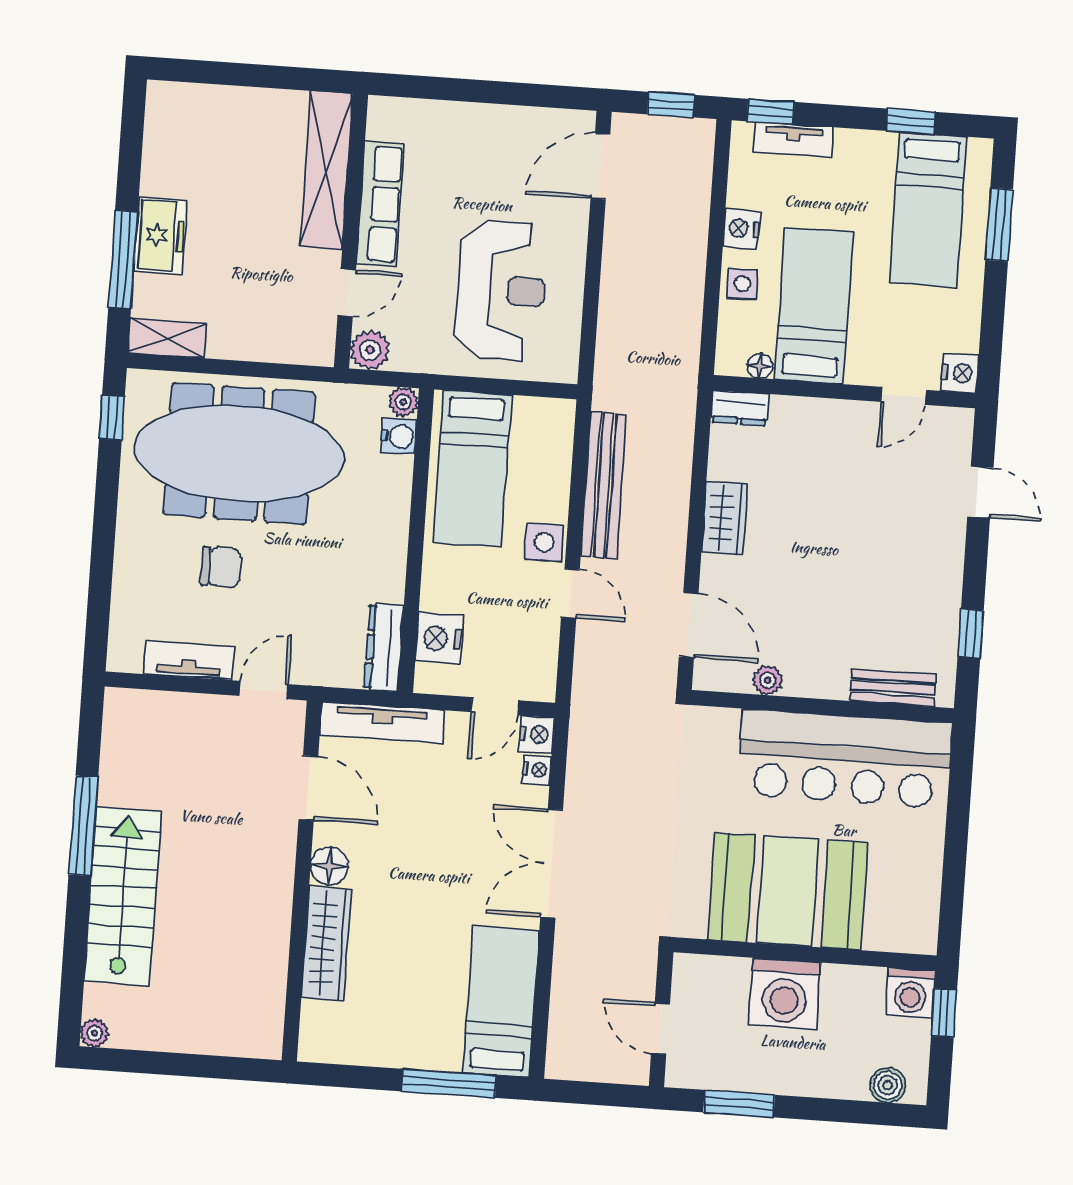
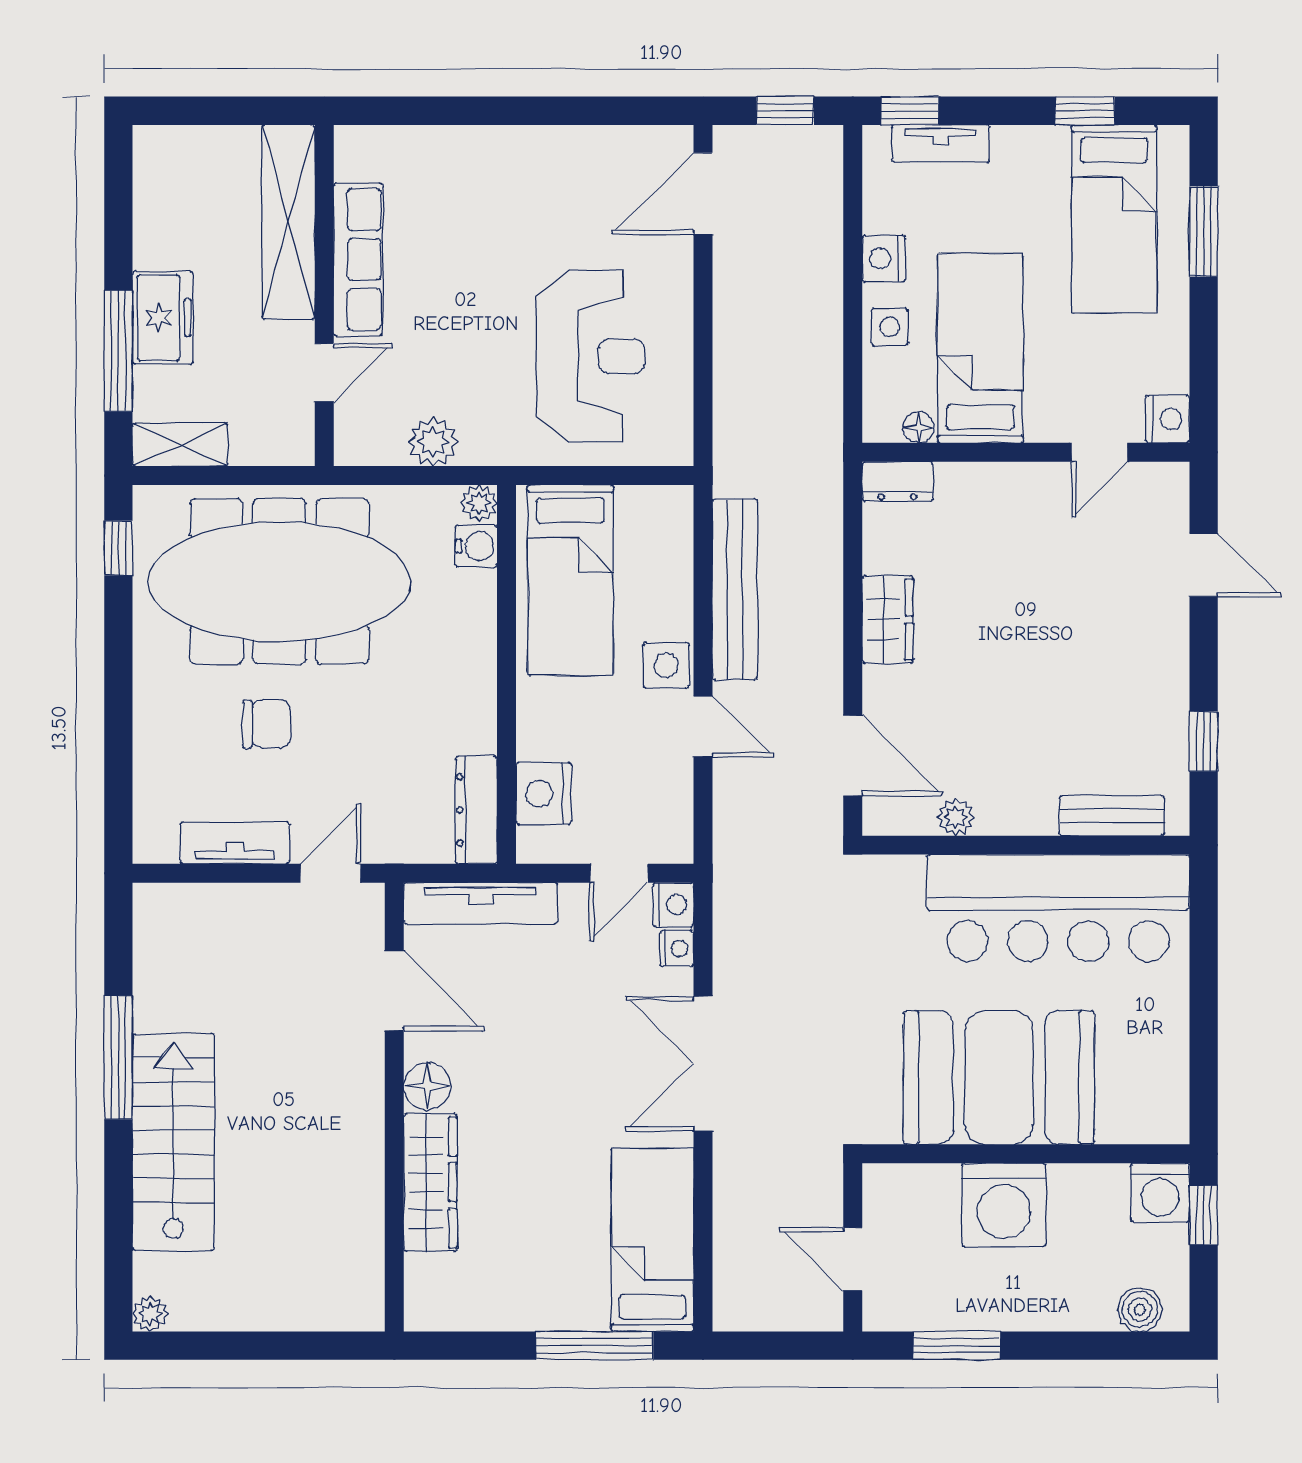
shelving: (326, 170) -> (288, 222), moved
row of seats: (380, 204) -> (358, 259), moved
wall: (351, 231) -> (324, 296), moved
door: (347, 293) -> (324, 373), moved

